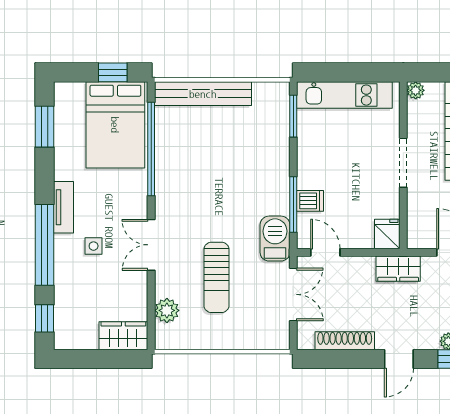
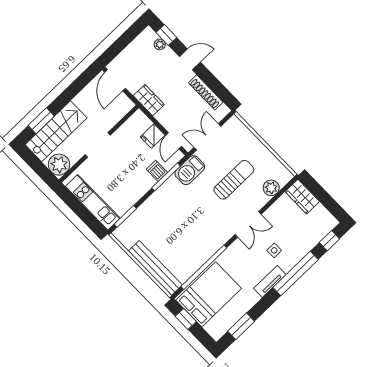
plant: (416, 90) -> (59, 165), width x1.88, depth x1.88
fridge: (387, 234) -> (153, 136), moved

